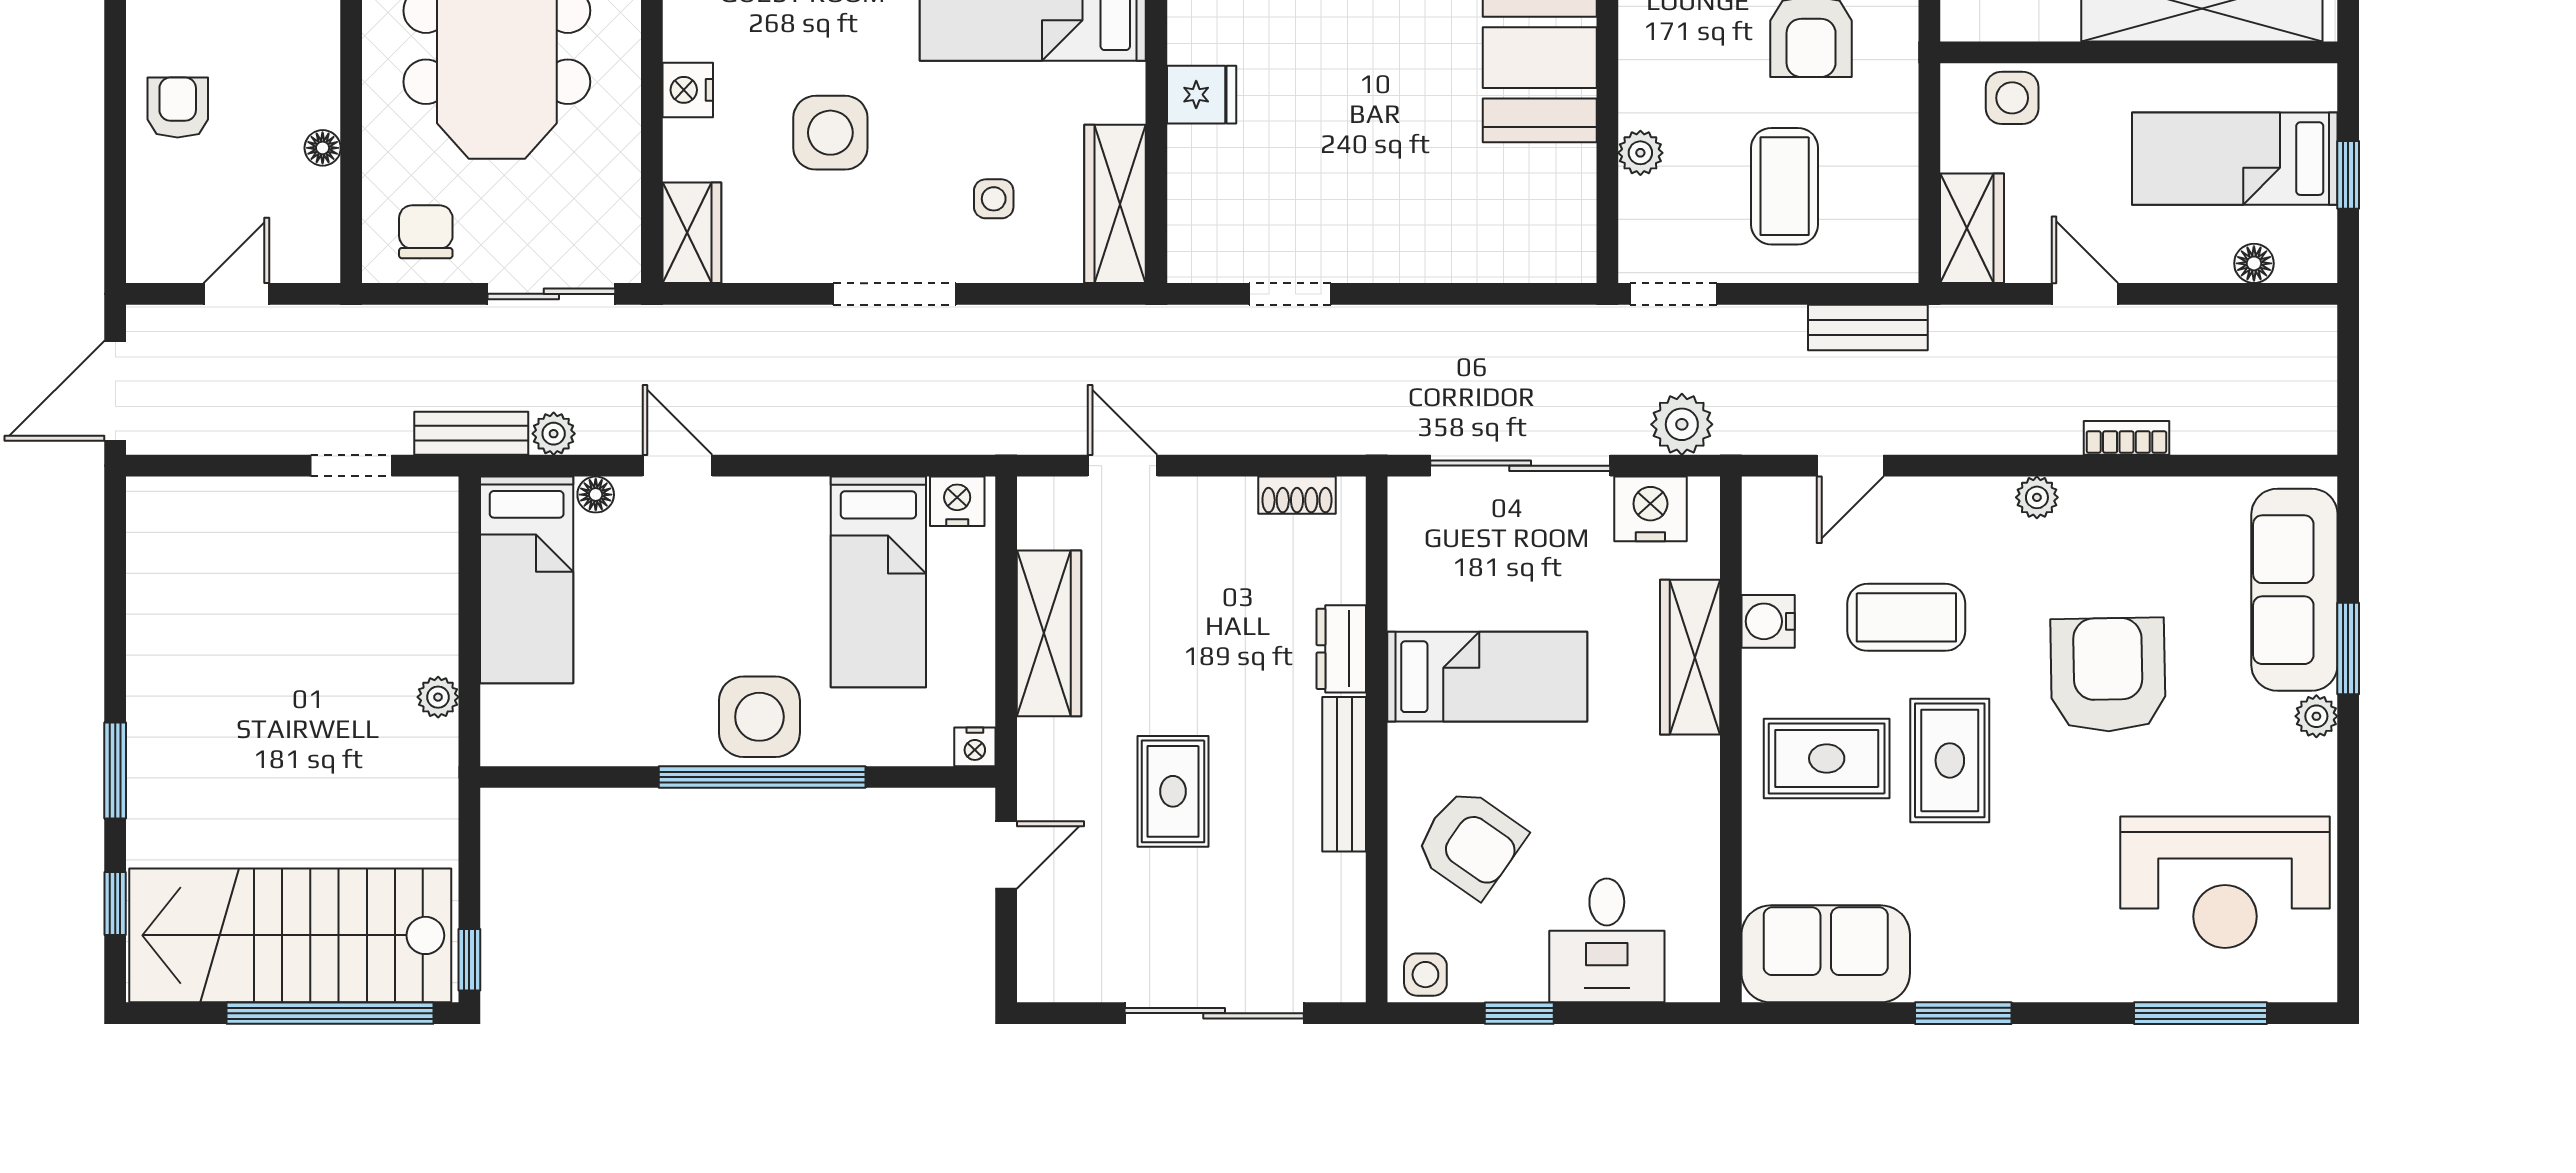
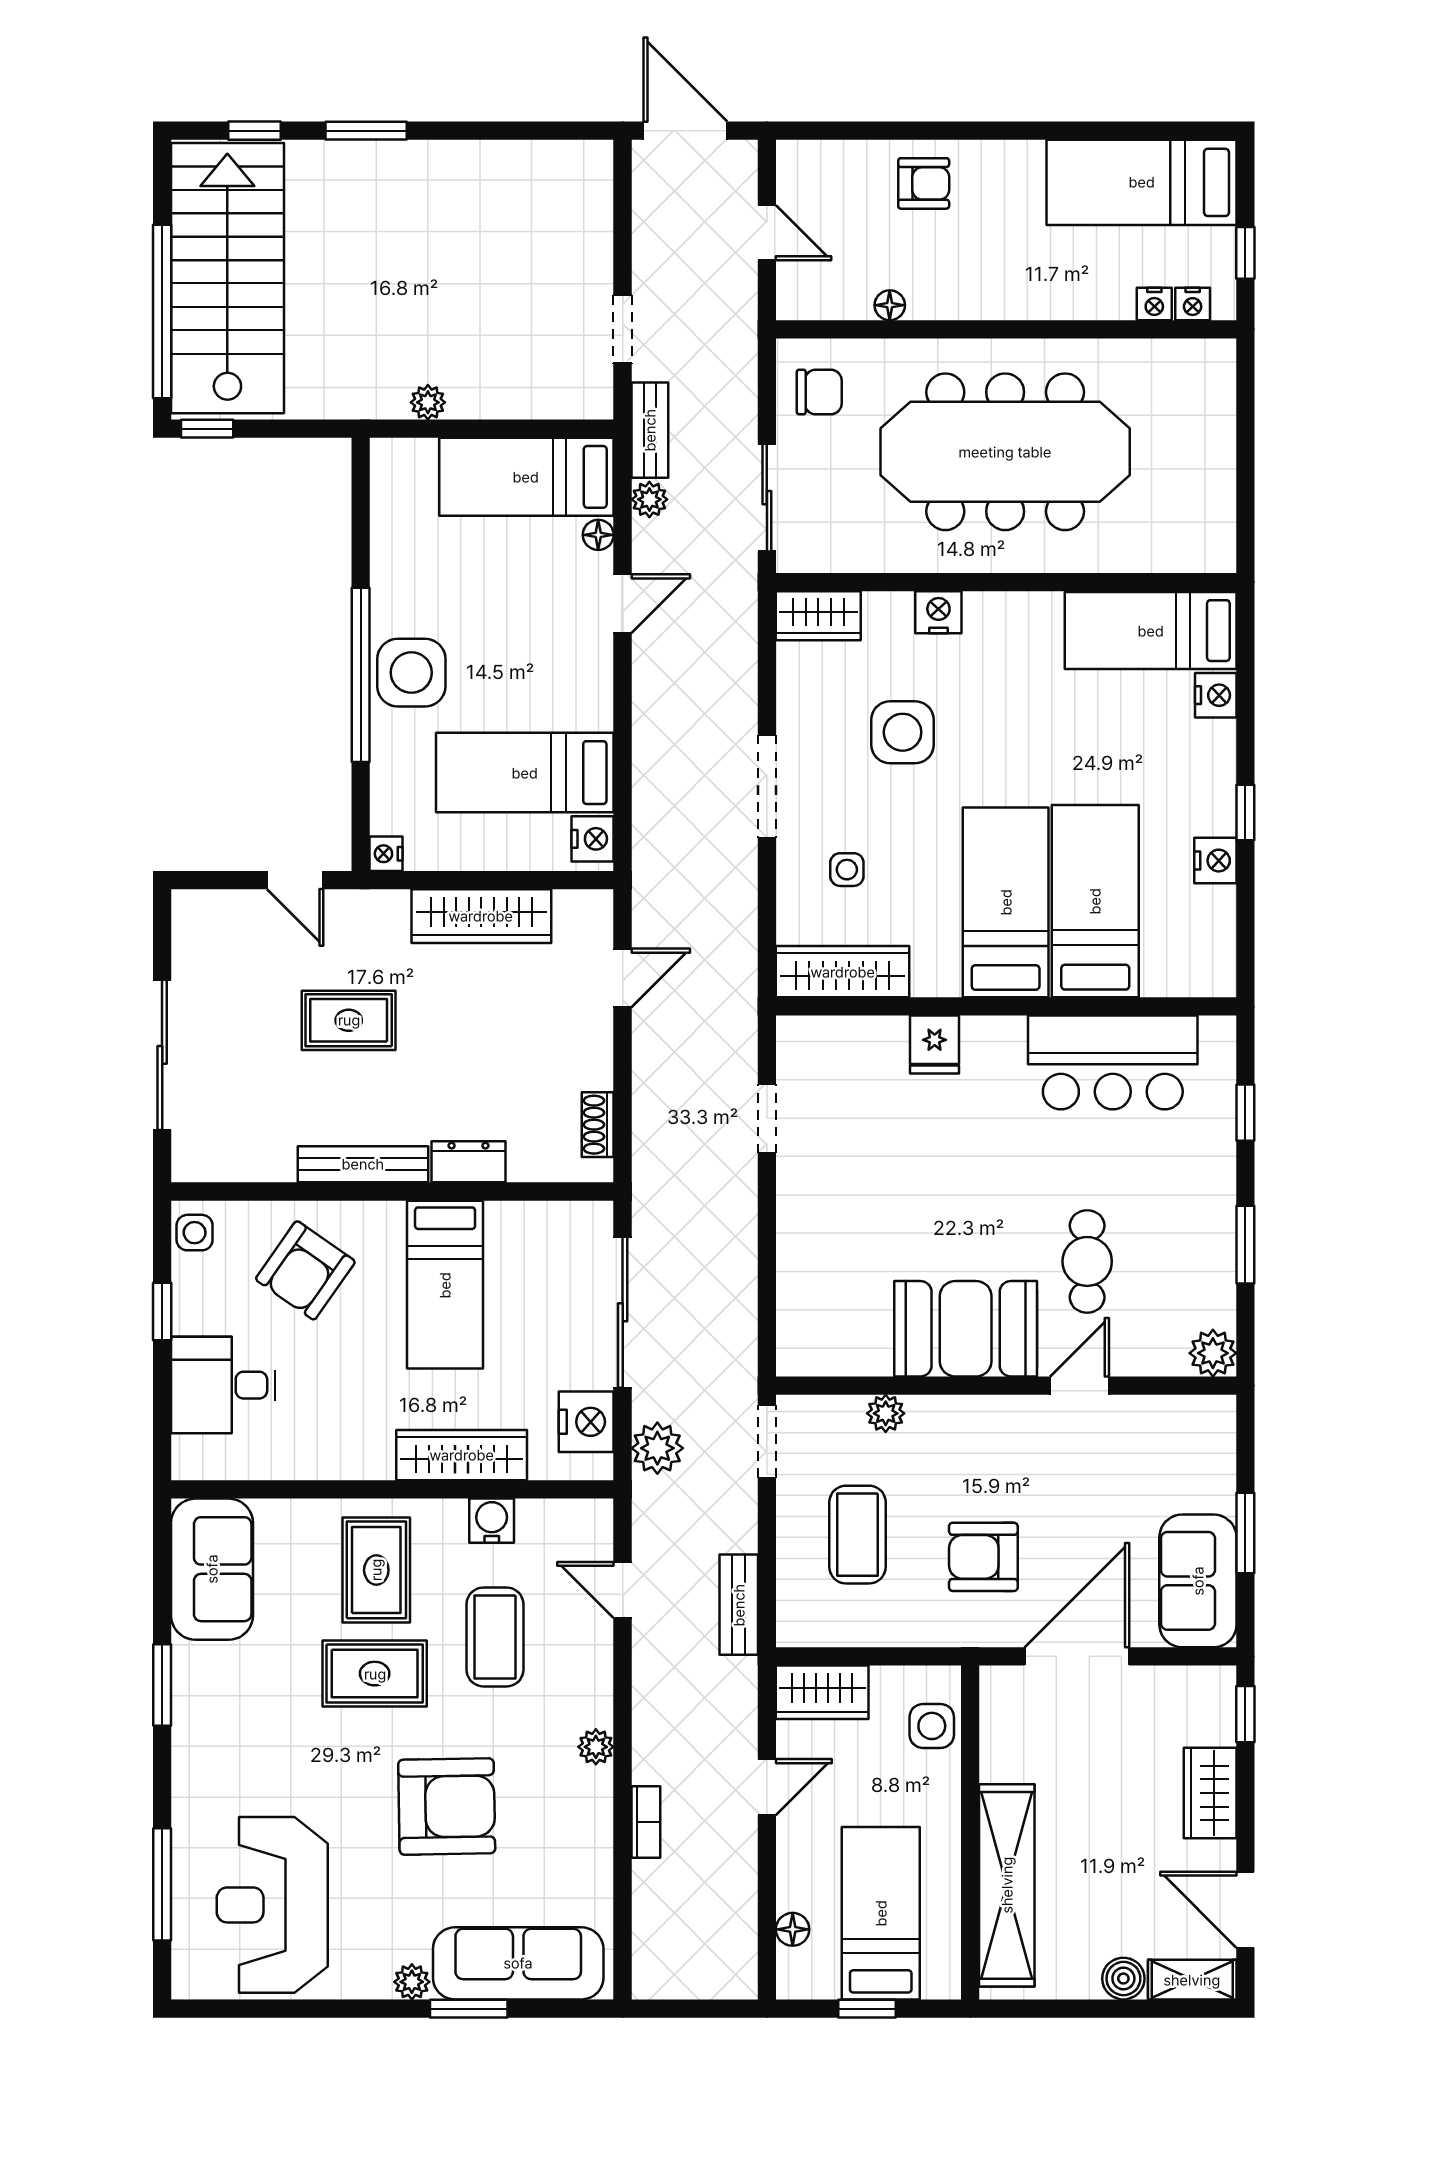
coffee table: (1785, 186) -> (858, 1535), turned 90

